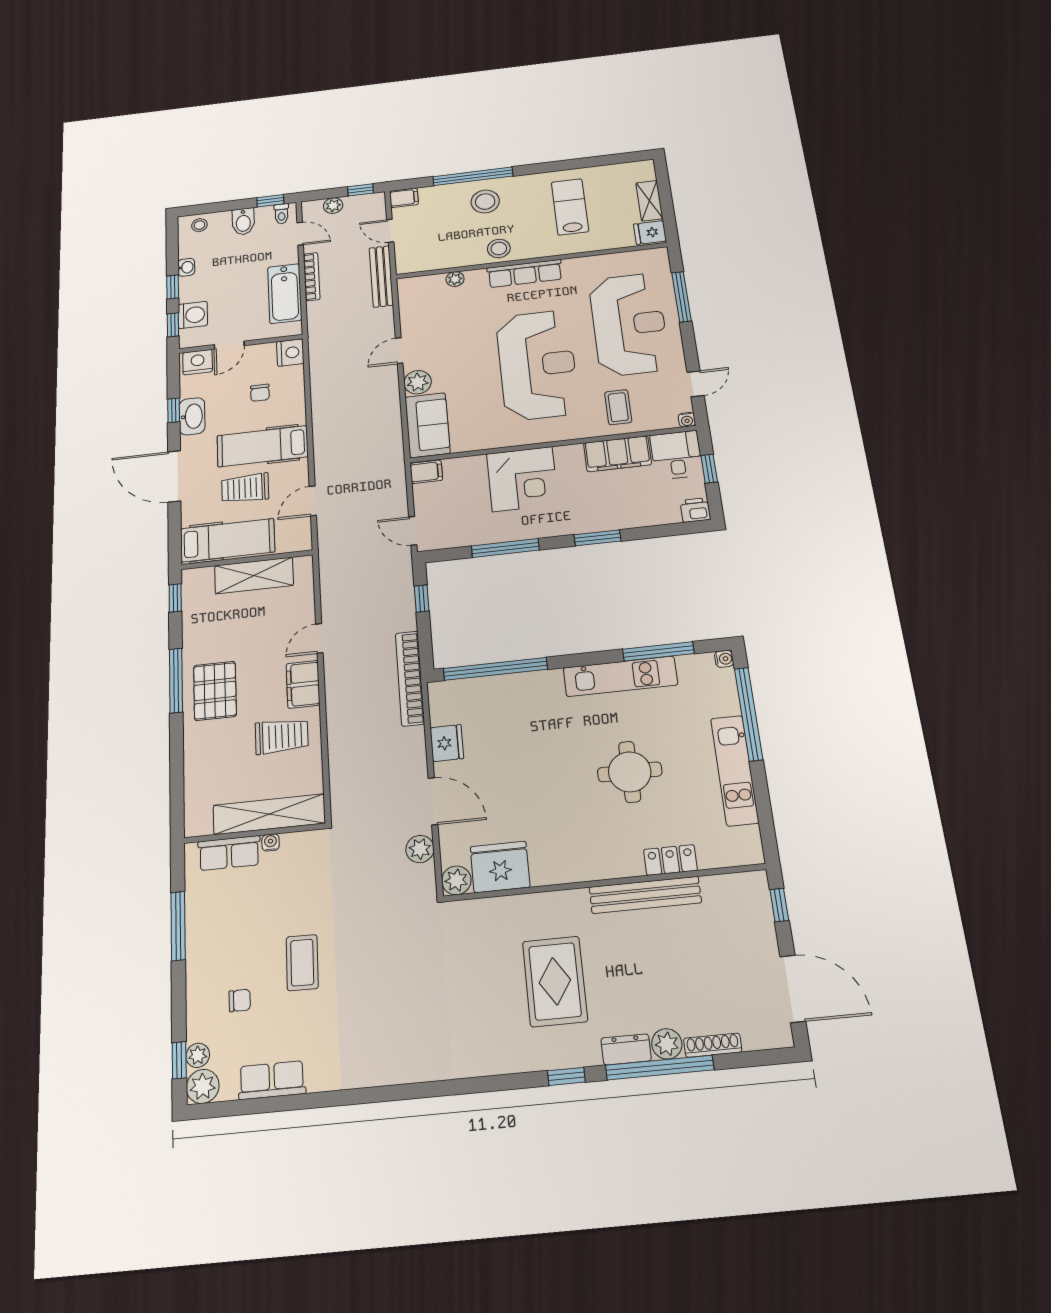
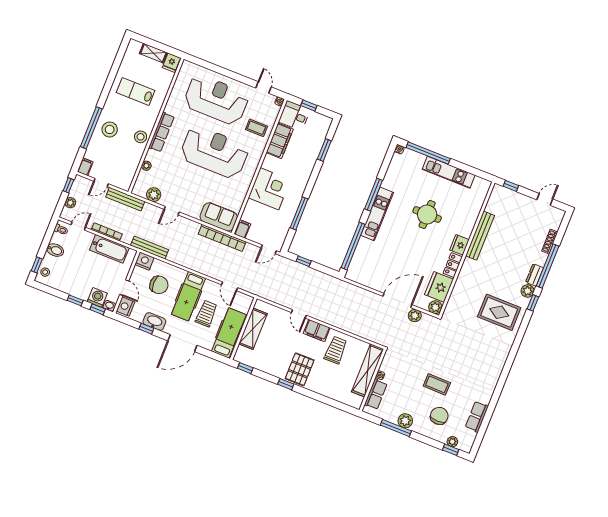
window: (270, 201) -> (37, 265), moved
washbasin: (186, 267) -> (109, 306), moved
window: (681, 297) -> (215, 68), removed
bench: (318, 349) -> (150, 248), added
door: (399, 351) -> (172, 211), hinge flipped
plant: (418, 382) -> (154, 195), moved
chair: (260, 393) -> (159, 285), width x1.87, depth x1.87
trolley: (245, 488) -> (206, 314), turned 180
printer: (695, 510) -> (325, 123), removed
window: (597, 538) -> (324, 150), moved
window: (658, 651) -> (374, 195), moved
kitchen unit: (620, 676) -> (377, 214), moved
bookcase: (410, 678) -> (222, 238), moved
window: (176, 681) -> (286, 384), width x0.46
pallet: (215, 691) -> (300, 369), turned 90
fridge: (447, 743) -> (459, 245), moved, turned -90
door: (433, 801) -> (397, 300), width x1.36
locker: (670, 860) -> (453, 265), moved
rug: (555, 981) -> (499, 312), moved
door: (793, 989) -> (545, 199), width x0.53
chair: (240, 1000) -> (439, 416), width x1.87, depth x1.87
plant: (667, 1044) -> (528, 291), moved
plant: (203, 1086) -> (405, 421), moved

